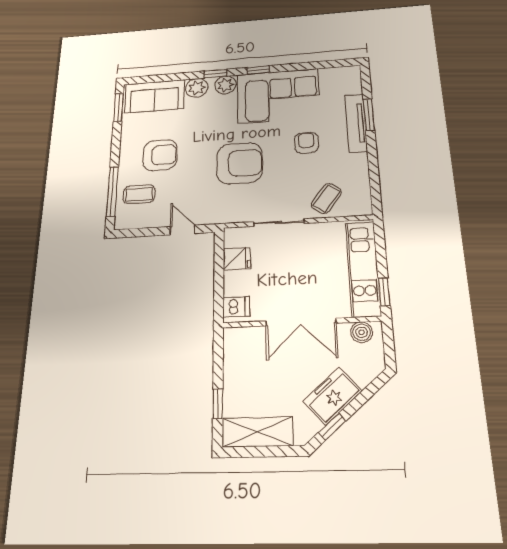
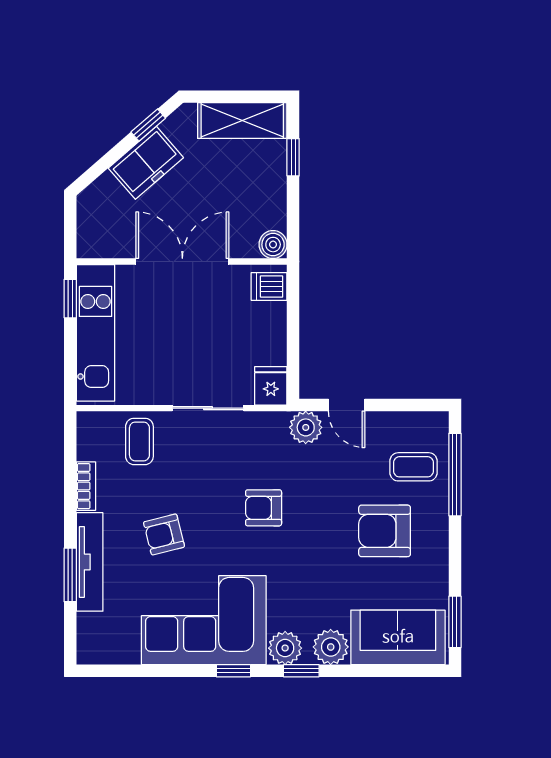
armchair: (306, 143) -> (164, 534), turned 76
armchair: (240, 163) -> (264, 508), width x0.53, depth x0.53
bookcase: (362, 168) -> (86, 486), added
coffee table: (326, 198) -> (139, 441), turned -36
plant: (211, 214) -> (306, 427), added
fridge: (237, 259) -> (271, 386), moved, turned 90
boiler: (362, 332) -> (273, 245), moved

